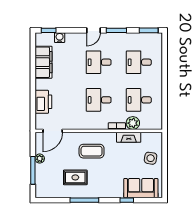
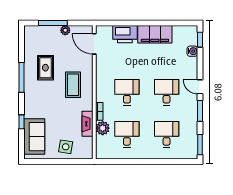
filing cabinet: (43, 62) -> (155, 34), moved

